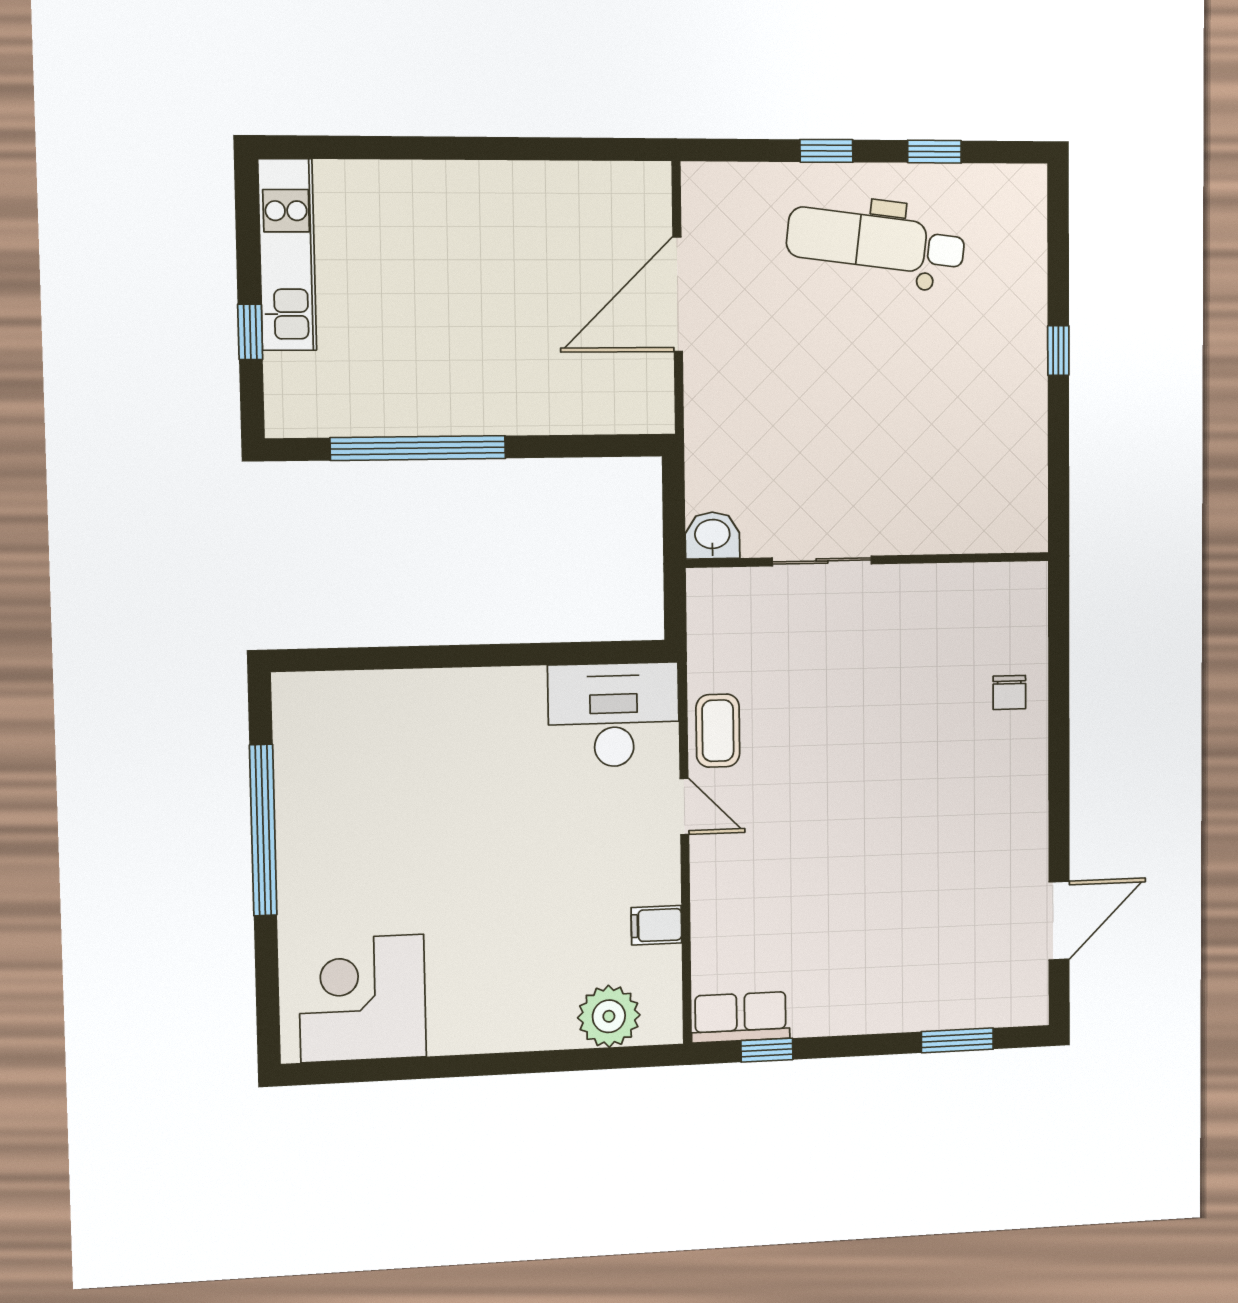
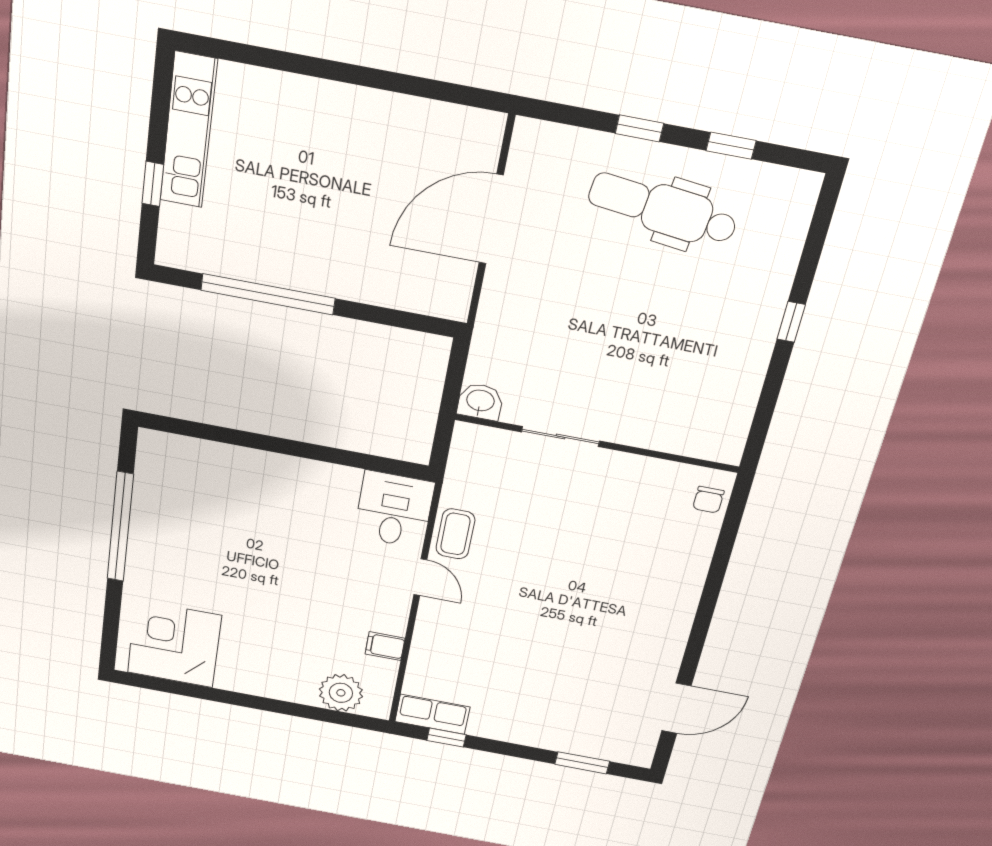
chair: (1009, 692) -> (708, 500), moved
desk: (614, 715) -> (394, 510), width x0.73

